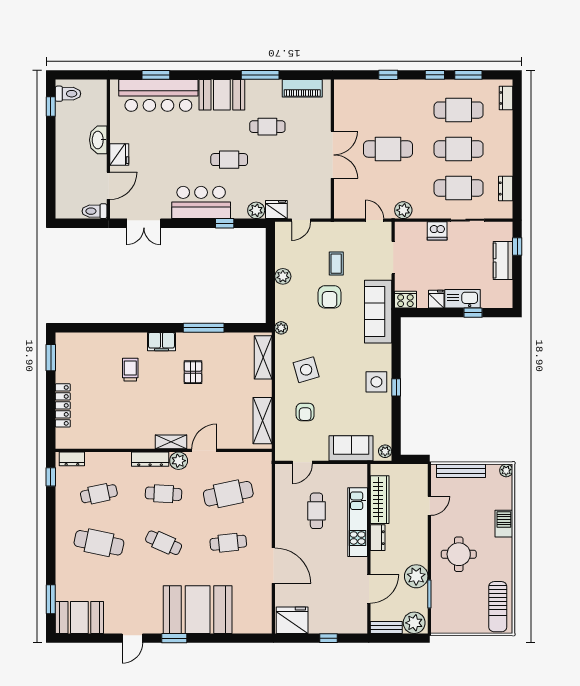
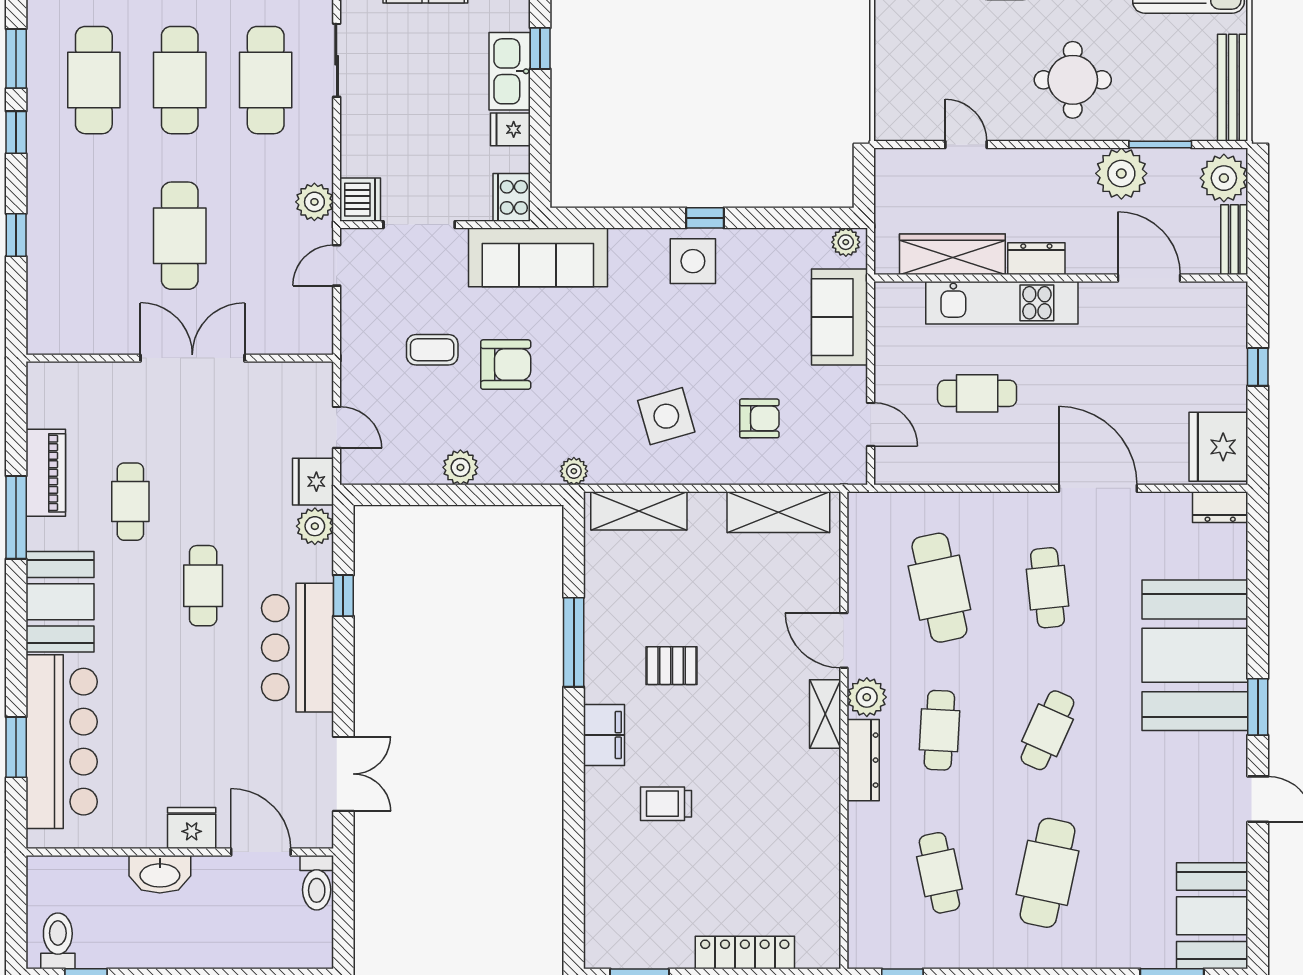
piano: (302, 88) -> (46, 473), moved
dishwasher: (437, 231) -> (360, 200), moved
dresser: (72, 459) -> (1220, 507), moved, turned 90
bench: (461, 471) -> (1233, 88), moved
door: (273, 566) -> (1098, 488), hinge flipped

